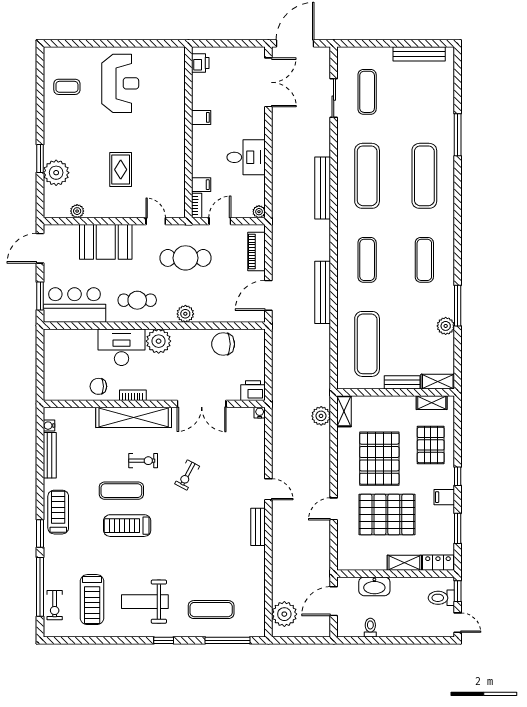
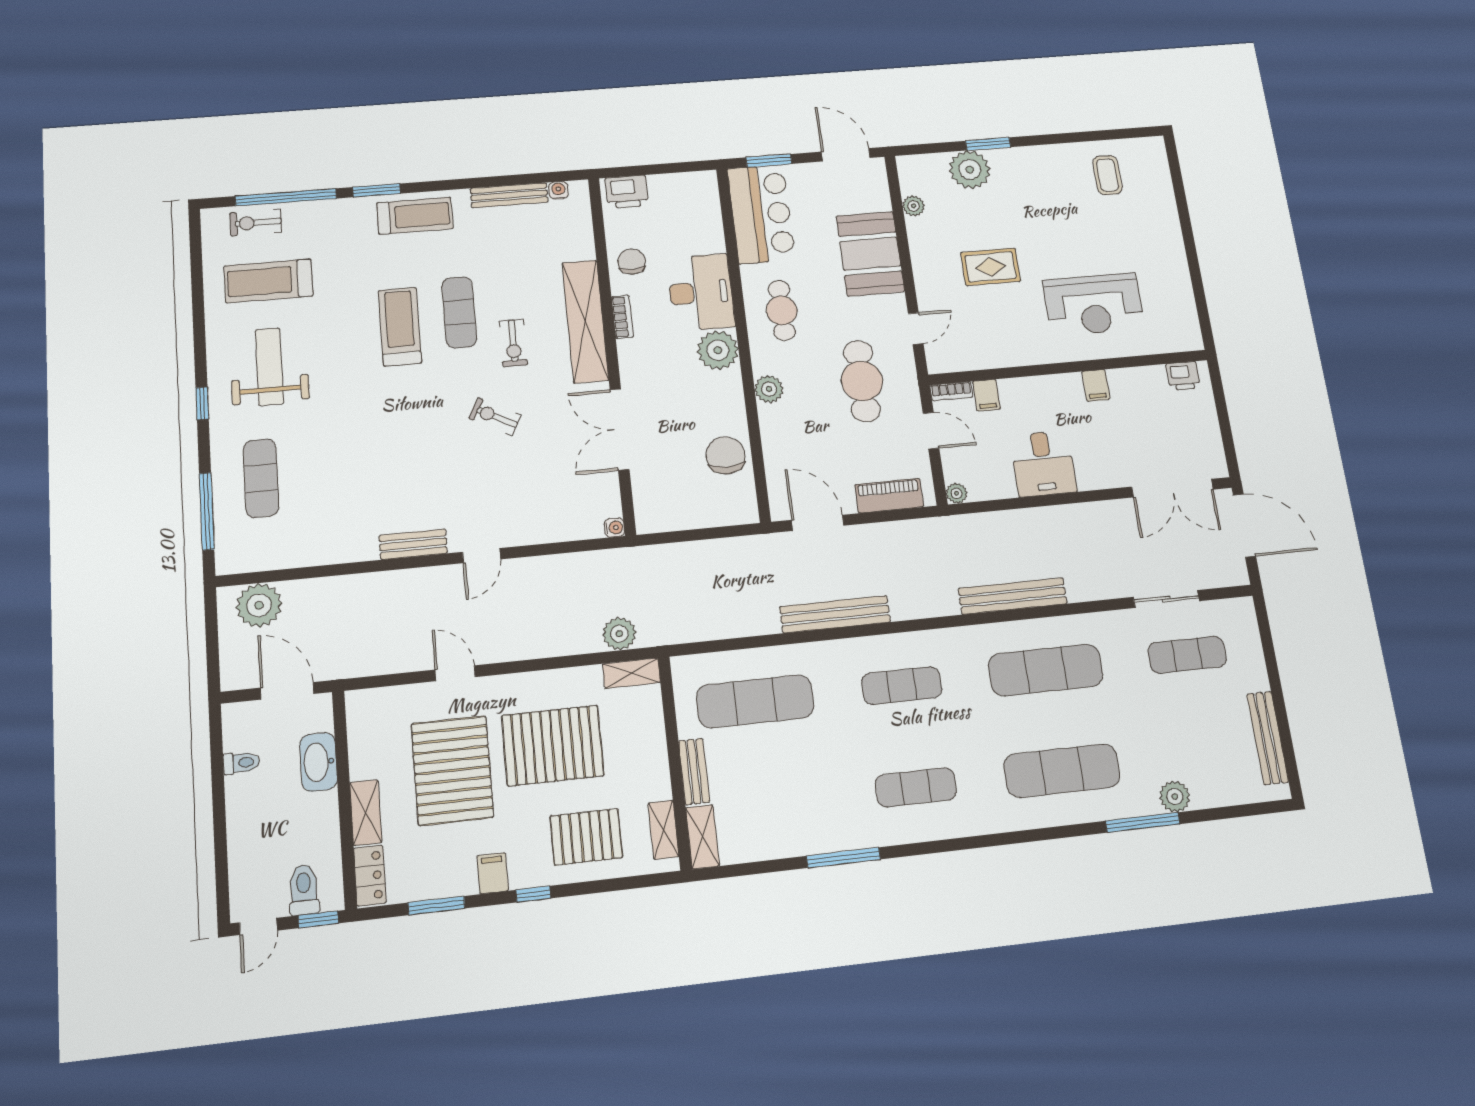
reception desk: (120, 83) -> (1094, 304), moved
plant: (446, 326) -> (1175, 797), moved
printer: (253, 391) -> (627, 192), moved, turned 90

